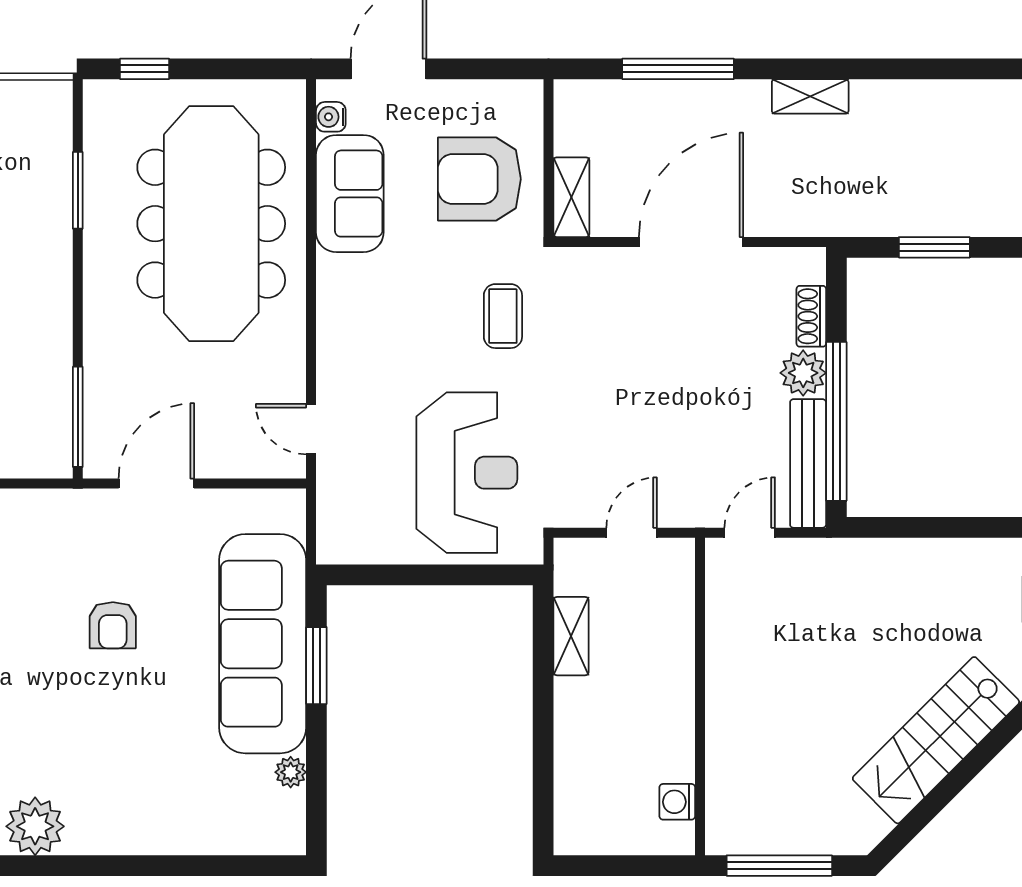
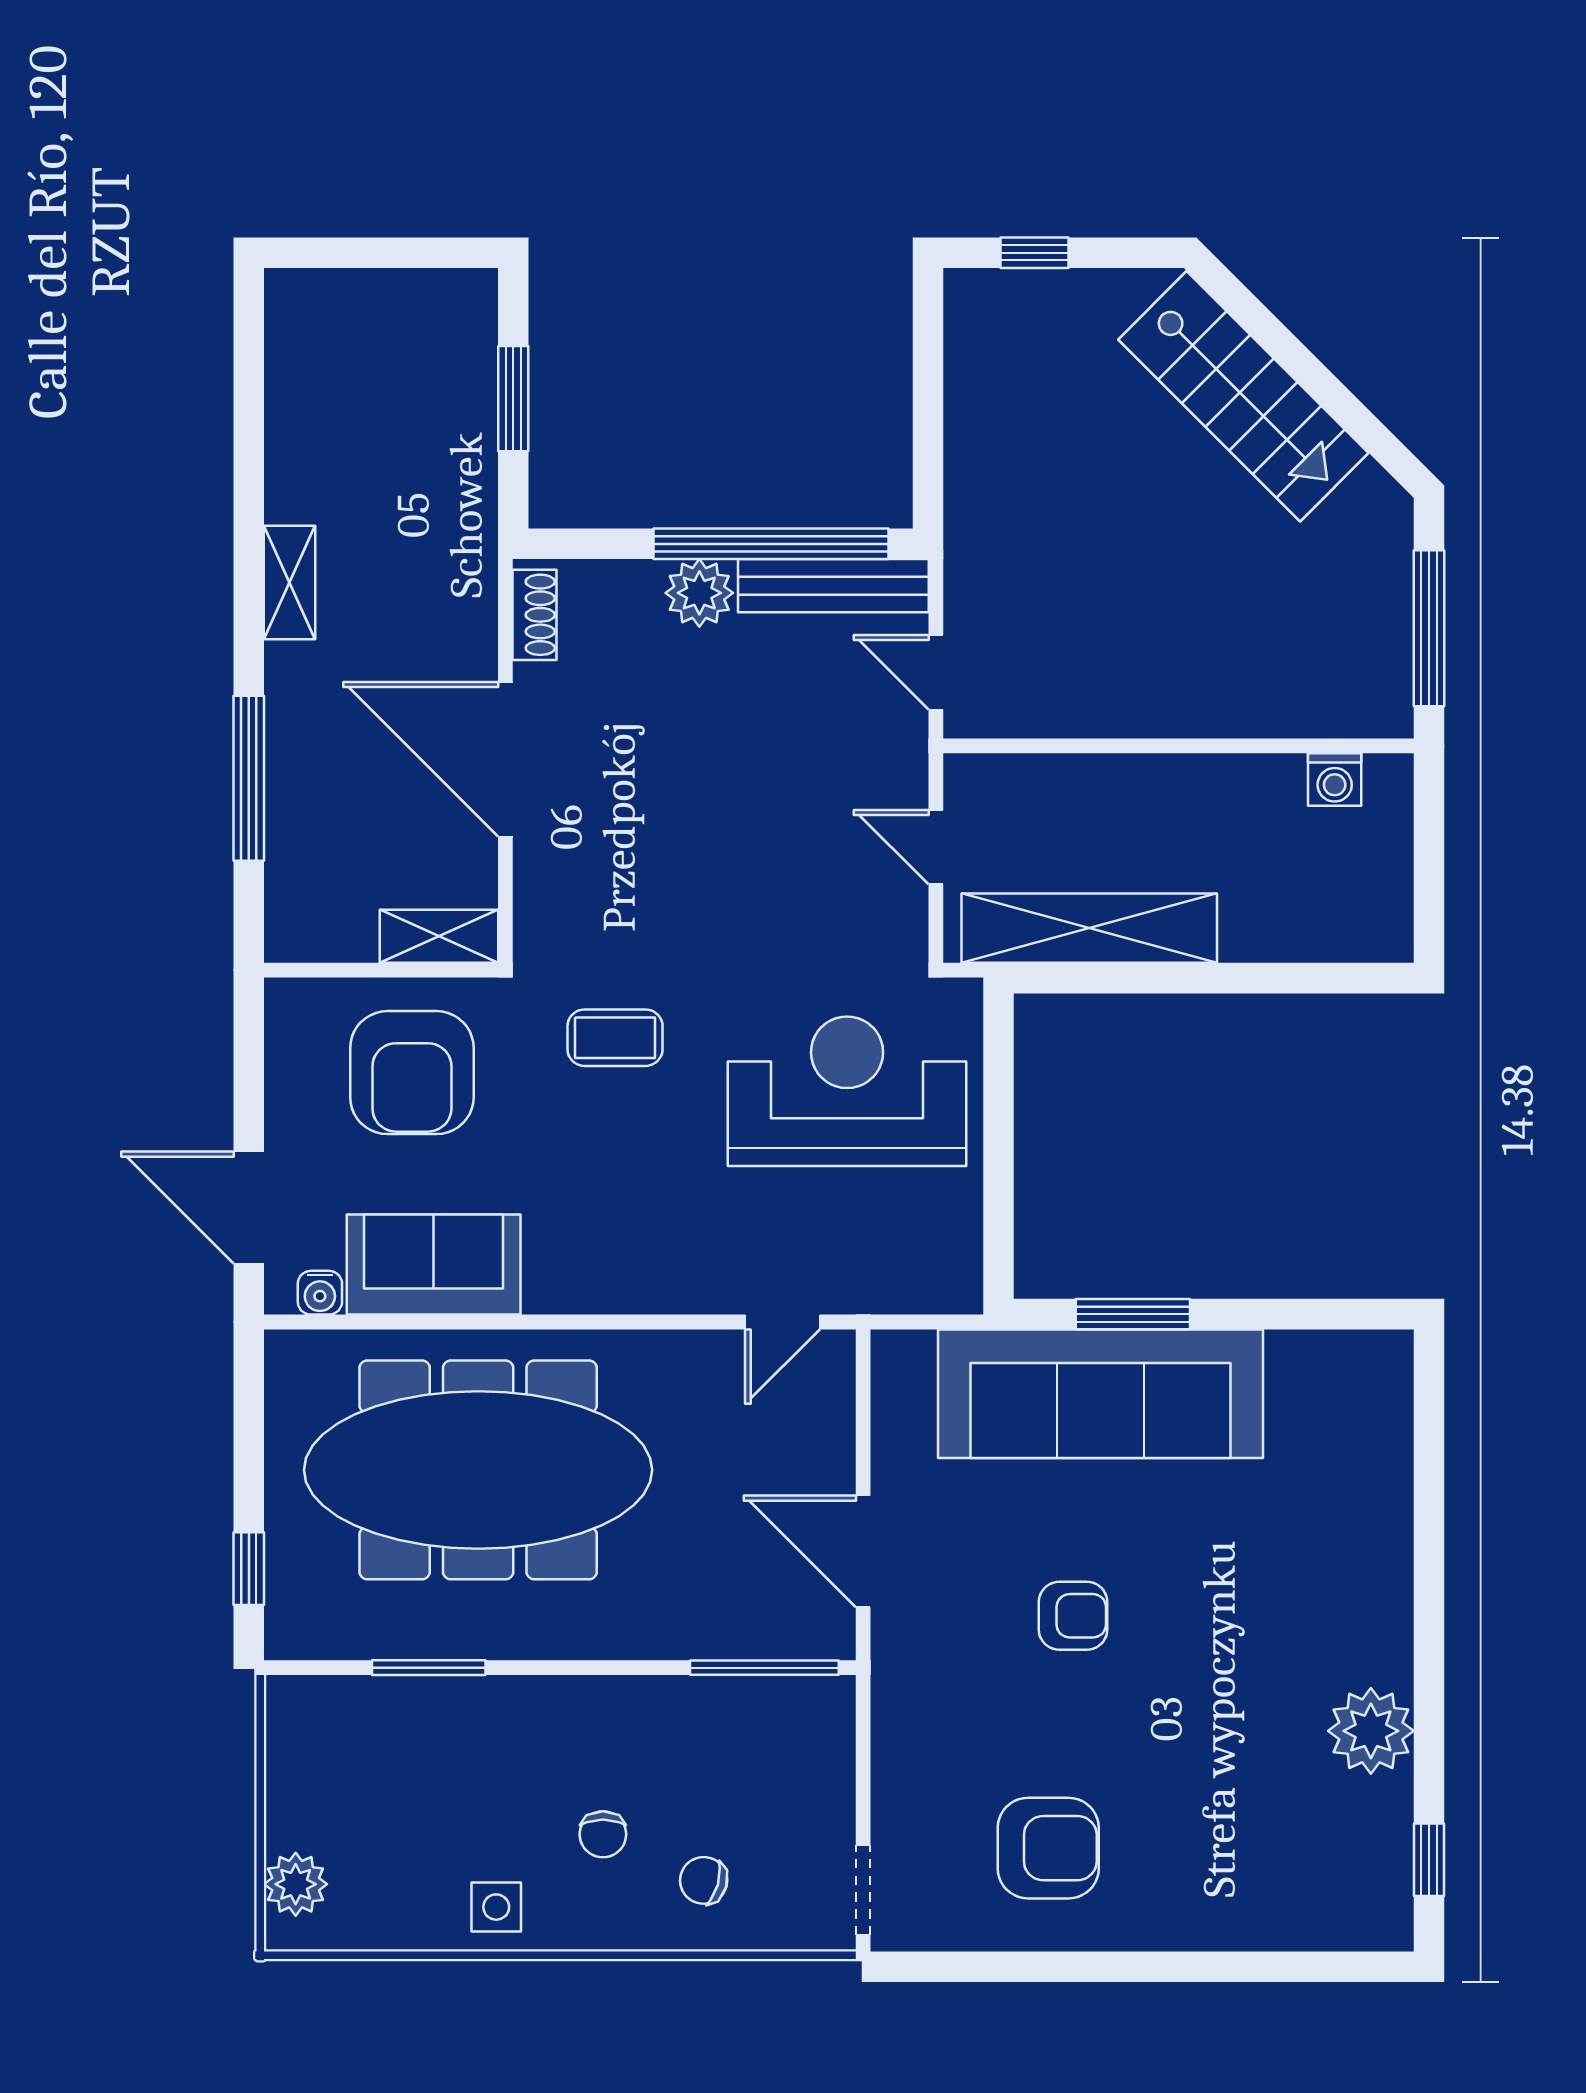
shoe rack: (811, 316) -> (535, 615), moved, turned -90
shelving: (571, 636) -> (1089, 928), width x2.20, depth x1.33
plant: (291, 772) -> (1291, 1352), removed

